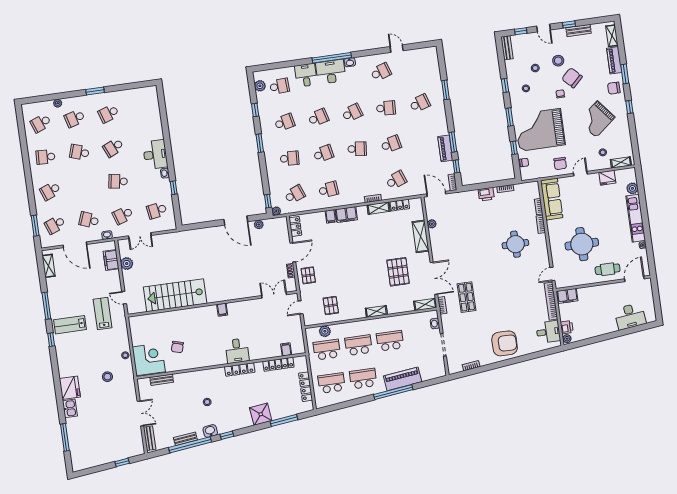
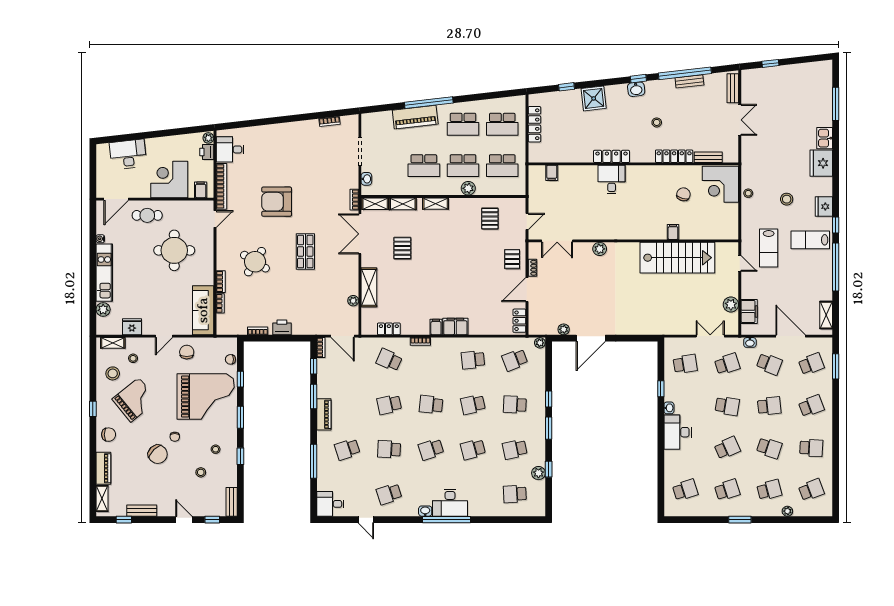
window: (569, 24) -> (124, 520), moved
stool: (558, 61) -> (113, 373), moved
window: (625, 74) -> (93, 450), removed
desk: (306, 75) -> (330, 504), moved, turned 90
plant: (260, 86) -> (538, 473), moved
window: (446, 90) -> (314, 461), width x1.44
school desk: (143, 109) -> (685, 490), added
piano: (445, 148) -> (324, 414), moved
school desk: (396, 180) -> (389, 360), turned 45
school desk: (84, 186) -> (769, 406), added
window: (268, 201) -> (549, 399), moved
shelving: (379, 208) -> (403, 204), moved
filing cabinet: (331, 216) -> (436, 327), moved
door: (236, 221) -> (591, 338), swing flipped
round table: (515, 244) -> (255, 262), turned 32
pallet: (398, 272) -> (402, 248), width x0.67, depth x0.71
plant: (239, 293) -> (600, 249), added
filing cabinet: (567, 296) -> (201, 190), width x0.50
shop shelf: (467, 297) -> (305, 252), moved
corner desk: (594, 301) -> (169, 179), added
window: (46, 306) -> (836, 267), width x1.46
filing cabinet: (222, 310) -> (673, 232), moved
lab bench: (70, 325) -> (810, 240), turned 180
plant: (325, 331) -> (468, 188), moved
armchair: (505, 343) -> (277, 202), moved
fridge: (63, 353) -> (824, 207), added
locker: (278, 364) -> (674, 156), moved
stool: (107, 377) -> (787, 199), moved
double door: (140, 413) -> (740, 120), swing flipped
window: (284, 420) -> (566, 87), width x0.46
washbasin: (210, 431) -> (636, 89), moved

